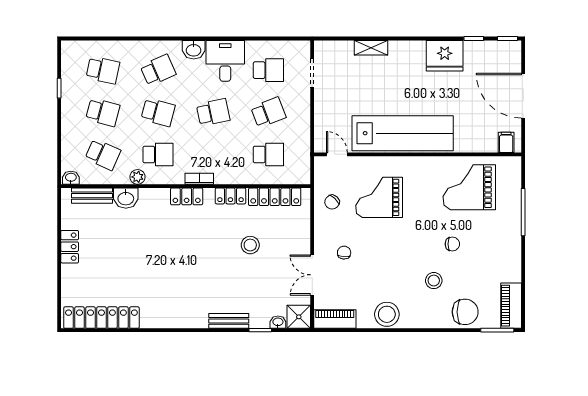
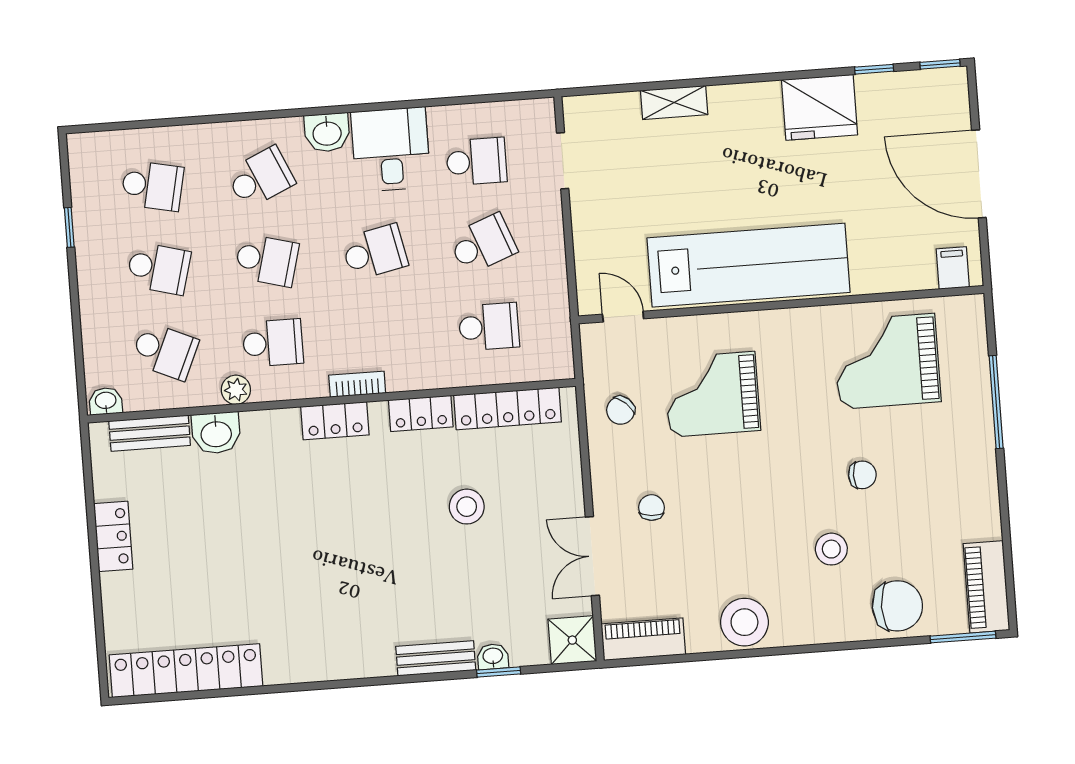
washbasin: (278, 322) -> (493, 657), moved

